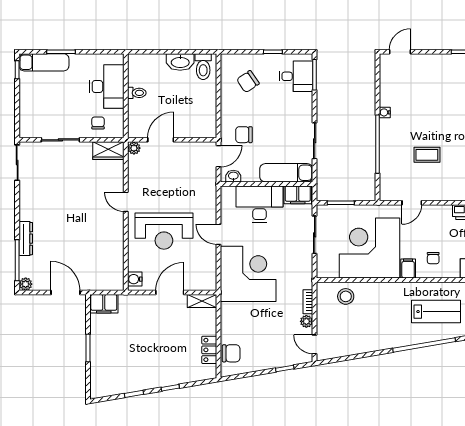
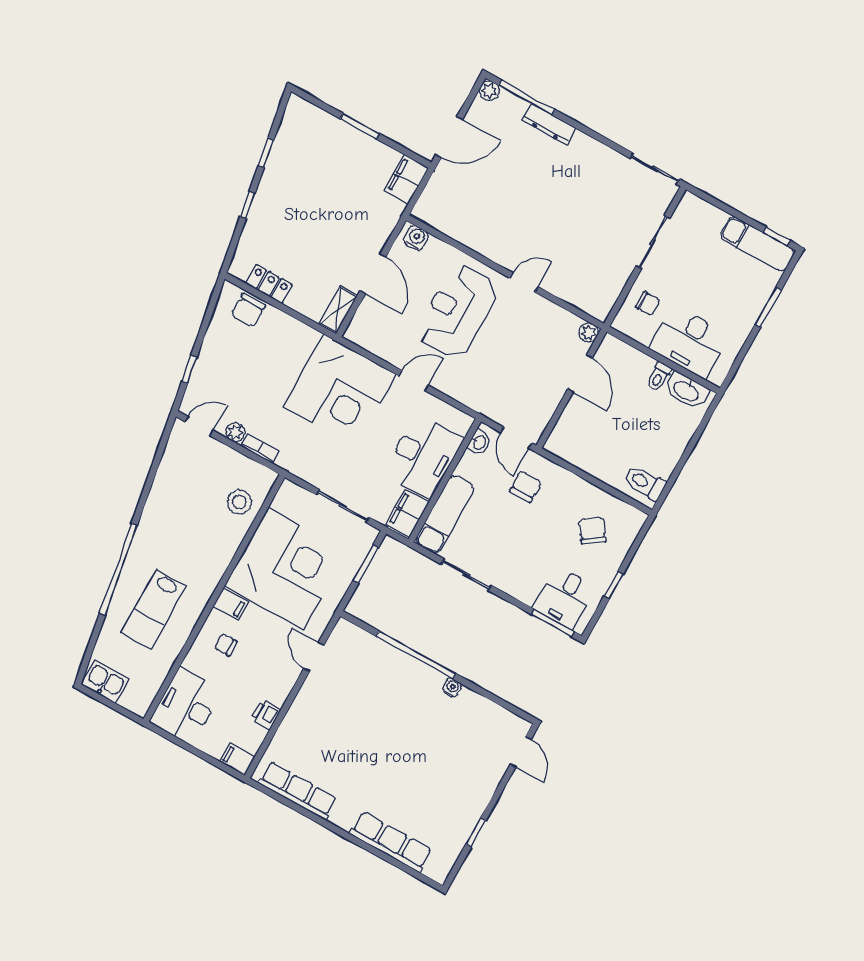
exam couch: (44, 62) -> (757, 244), moved, turned -90
washbasin: (180, 62) -> (686, 391), moved, turned -90
wardrobe: (108, 151) -> (604, 297), removed
coffee table: (427, 155) -> (366, 712), removed

